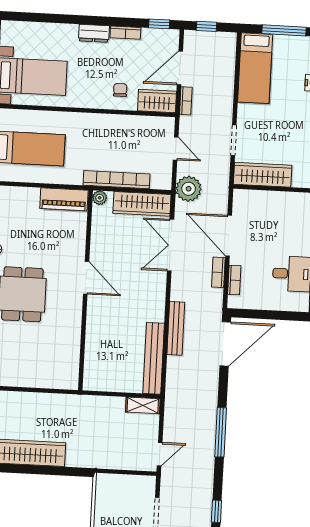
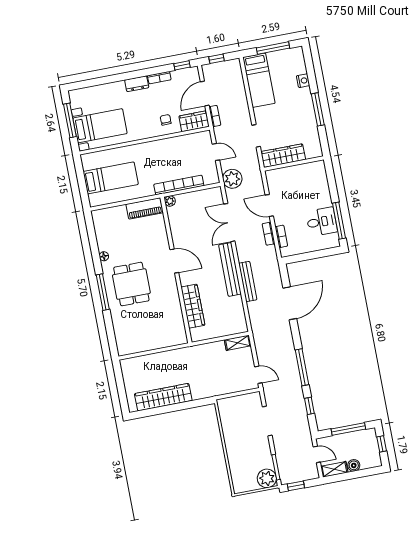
wardrobe: (142, 204) -> (193, 306), moved, turned -90
door: (229, 236) -> (269, 205), width x0.73
door: (225, 344) -> (290, 303), moved
bench: (154, 358) -> (230, 269), moved
window: (221, 432) -> (302, 367), moved
door: (160, 454) -> (258, 375), hinge flipped

